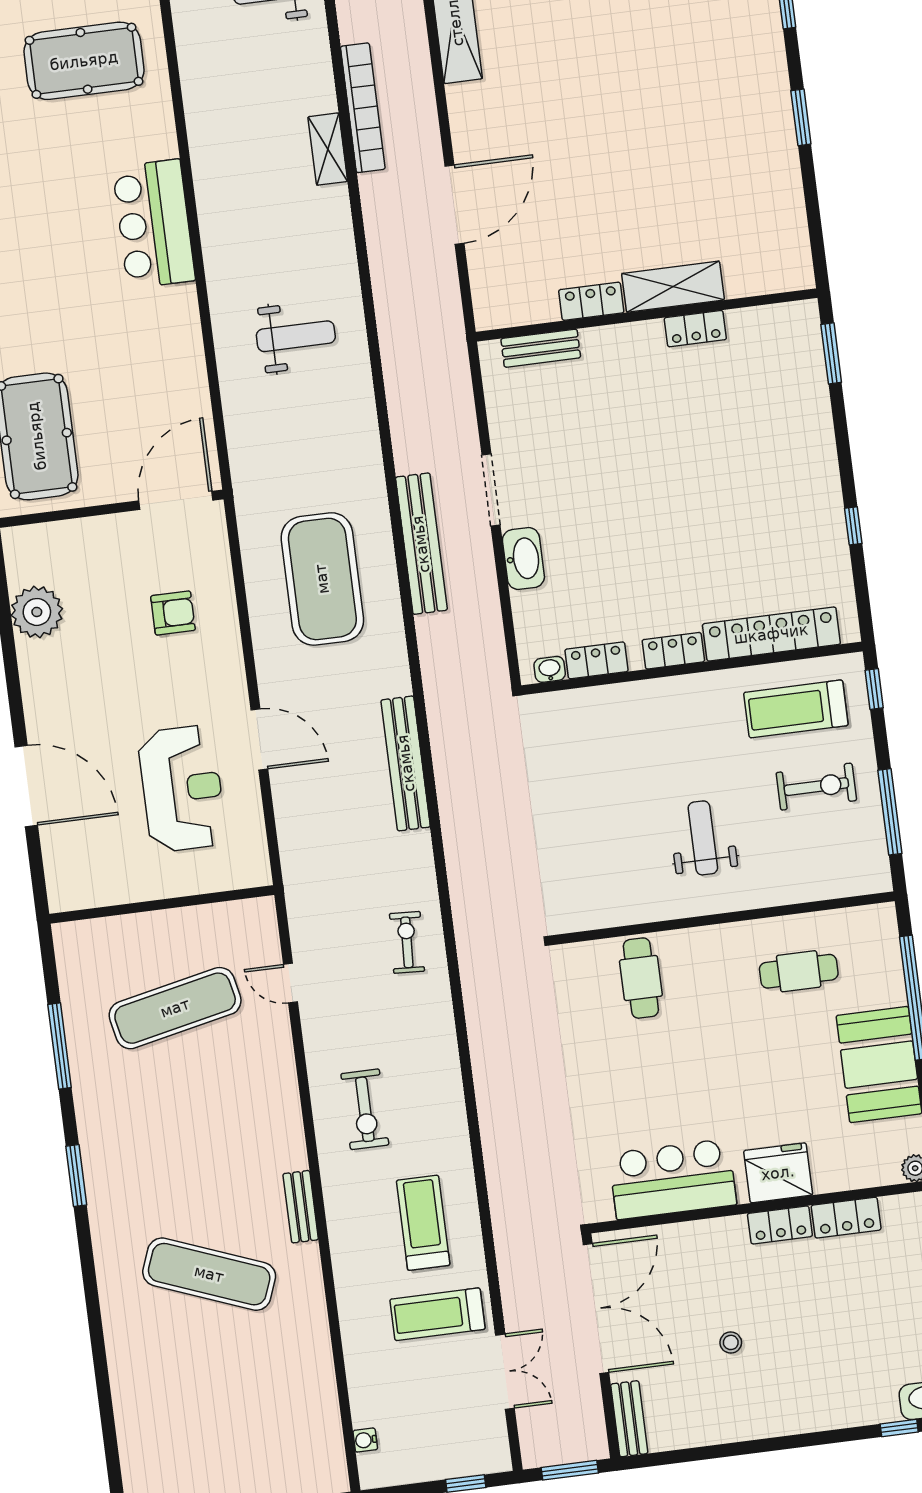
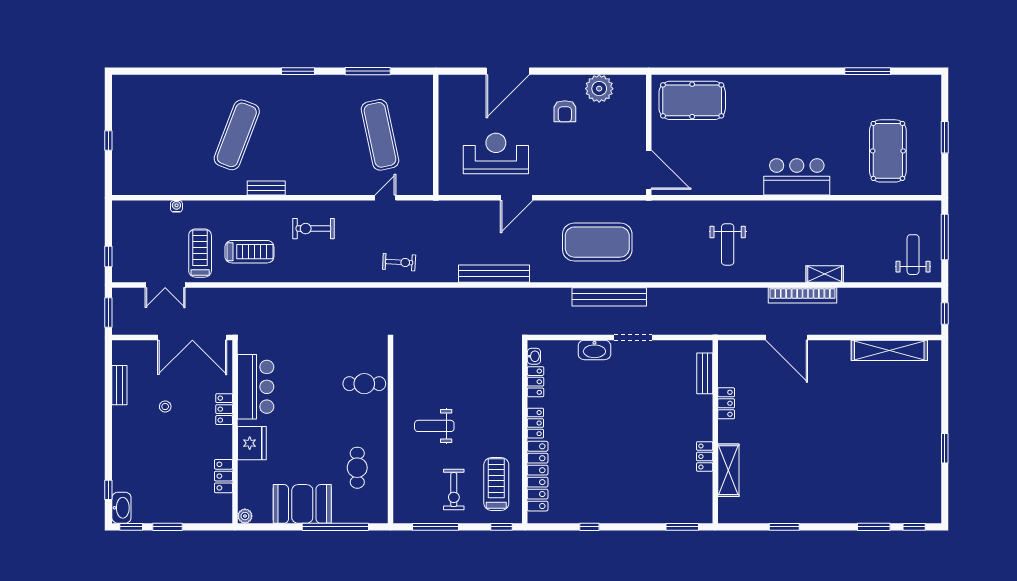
bookcase: (363, 108) -> (803, 295), moved
window: (801, 117) -> (784, 527), moved
shelving: (673, 287) -> (728, 470), moved
armchair: (173, 613) -> (565, 111), moved
reception desk: (182, 788) -> (496, 153), turned 180
weight bench: (703, 838) -> (434, 426), turned 180
locker: (780, 1225) -> (224, 409), moved
bench: (629, 1419) -> (119, 385), moved, turned 90
water cooler: (365, 1440) -> (176, 206), moved

